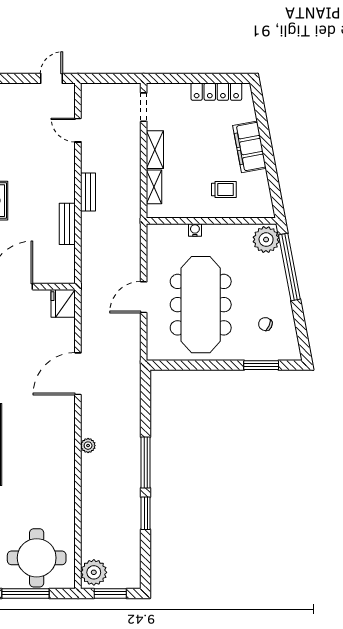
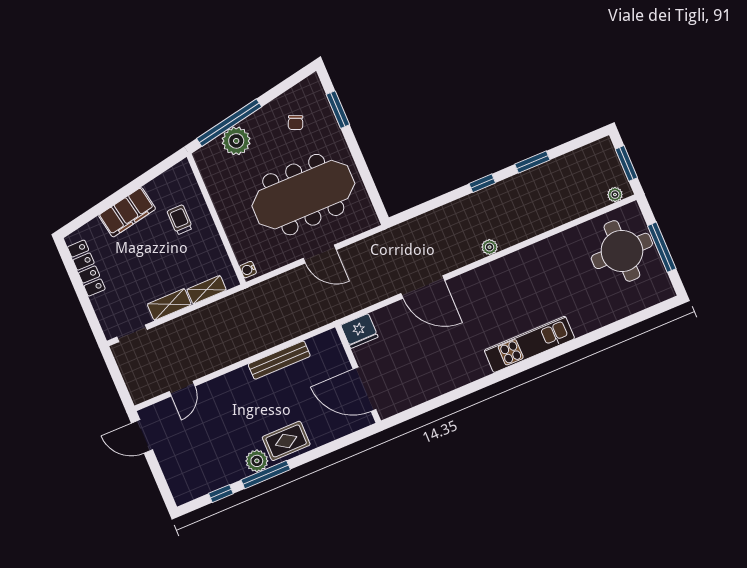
door: (51, 78) -> (142, 436), width x1.38
bench: (88, 192) -> (239, 353), removed
bench: (67, 224) -> (279, 360), width x1.36
water cooler: (195, 230) -> (248, 270), moved
plant: (266, 240) -> (236, 141), moved
window: (146, 462) -> (482, 183), width x0.46
plant: (94, 572) -> (615, 195), width x0.53, depth x0.53

